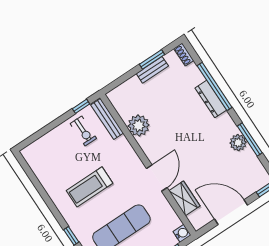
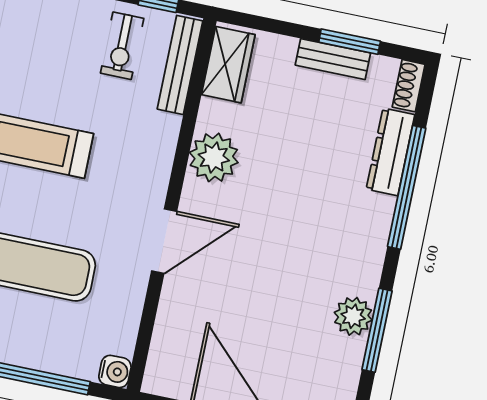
dresser: (211, 99) -> (390, 152), moved
plant: (139, 126) -> (214, 157), moved
wardrobe: (184, 198) -> (228, 65), moved

